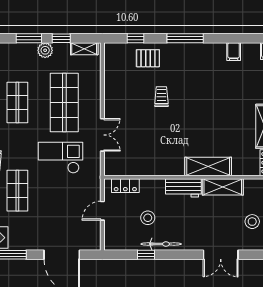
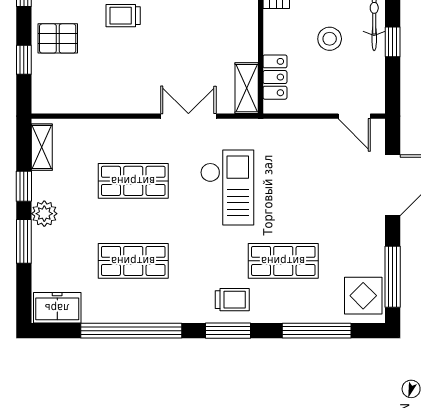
pallet: (148, 58) -> (58, 38), turned 90
shop shelf: (64, 102) -> (133, 181), width x0.70, depth x0.74
checkout: (60, 158) -> (227, 187), turned 180
shelving: (119, 169) -> (247, 88), added
door: (102, 211) -> (354, 116), moved

